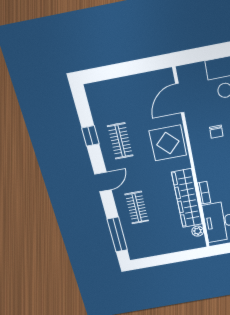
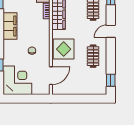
window: (90, 136) -> (111, 80), moved

